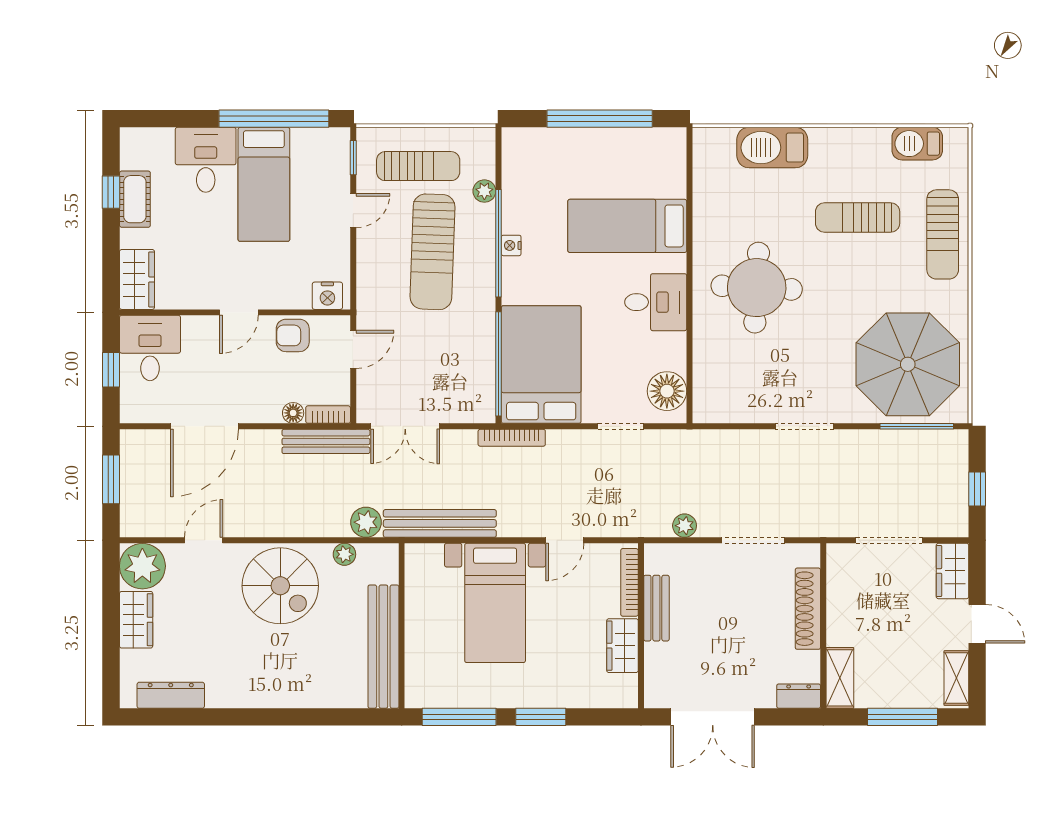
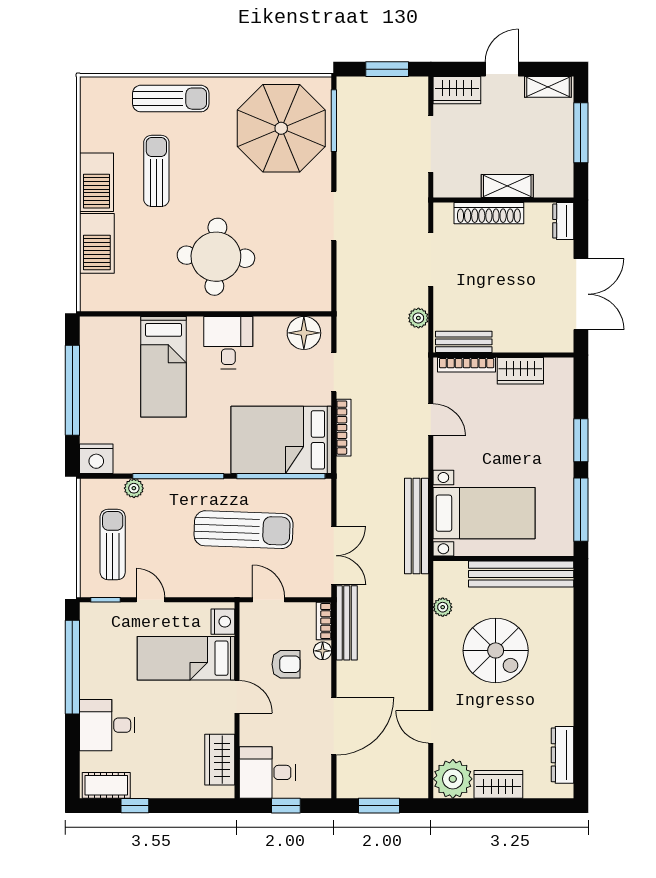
barbecue: (917, 144) -> (96, 182), moved, width x1.37, depth x1.21
bed: (264, 184) -> (186, 658), moved, turned 180
cot: (135, 199) -> (106, 785), moved
sun lounger: (858, 218) -> (156, 171), turned 180
nightstand: (511, 245) -> (96, 459), moved, width x1.89, depth x1.79
sun lounger: (432, 252) -> (244, 530), moved
wardrobe: (137, 279) -> (220, 760), moved, turned -90
armchair: (293, 335) -> (286, 664), moved, turned -90
door: (204, 426) -> (334, 726), hinge flipped
bookcase: (512, 438) -> (344, 428), moved
window: (977, 489) -> (387, 69), width x1.50
plant: (366, 522) -> (415, 589), removed
spiral stairs: (280, 586) -> (496, 650), moved, turned 90
bed with nightstands: (495, 603) -> (484, 513), moved
bench: (656, 608) -> (464, 342), moved
shelving: (840, 678) -> (507, 186), moved

